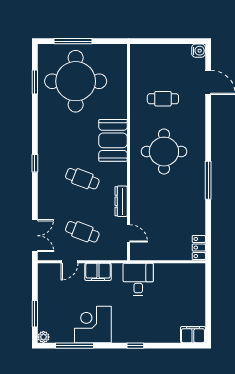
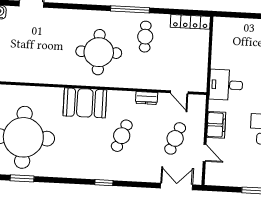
cafe table: (163, 99) -> (145, 37), moved
dresser: (121, 201) -> (146, 98), width x0.70
door: (128, 233) -> (179, 92), swing flipped
locker: (199, 248) -> (190, 22), width x1.53

